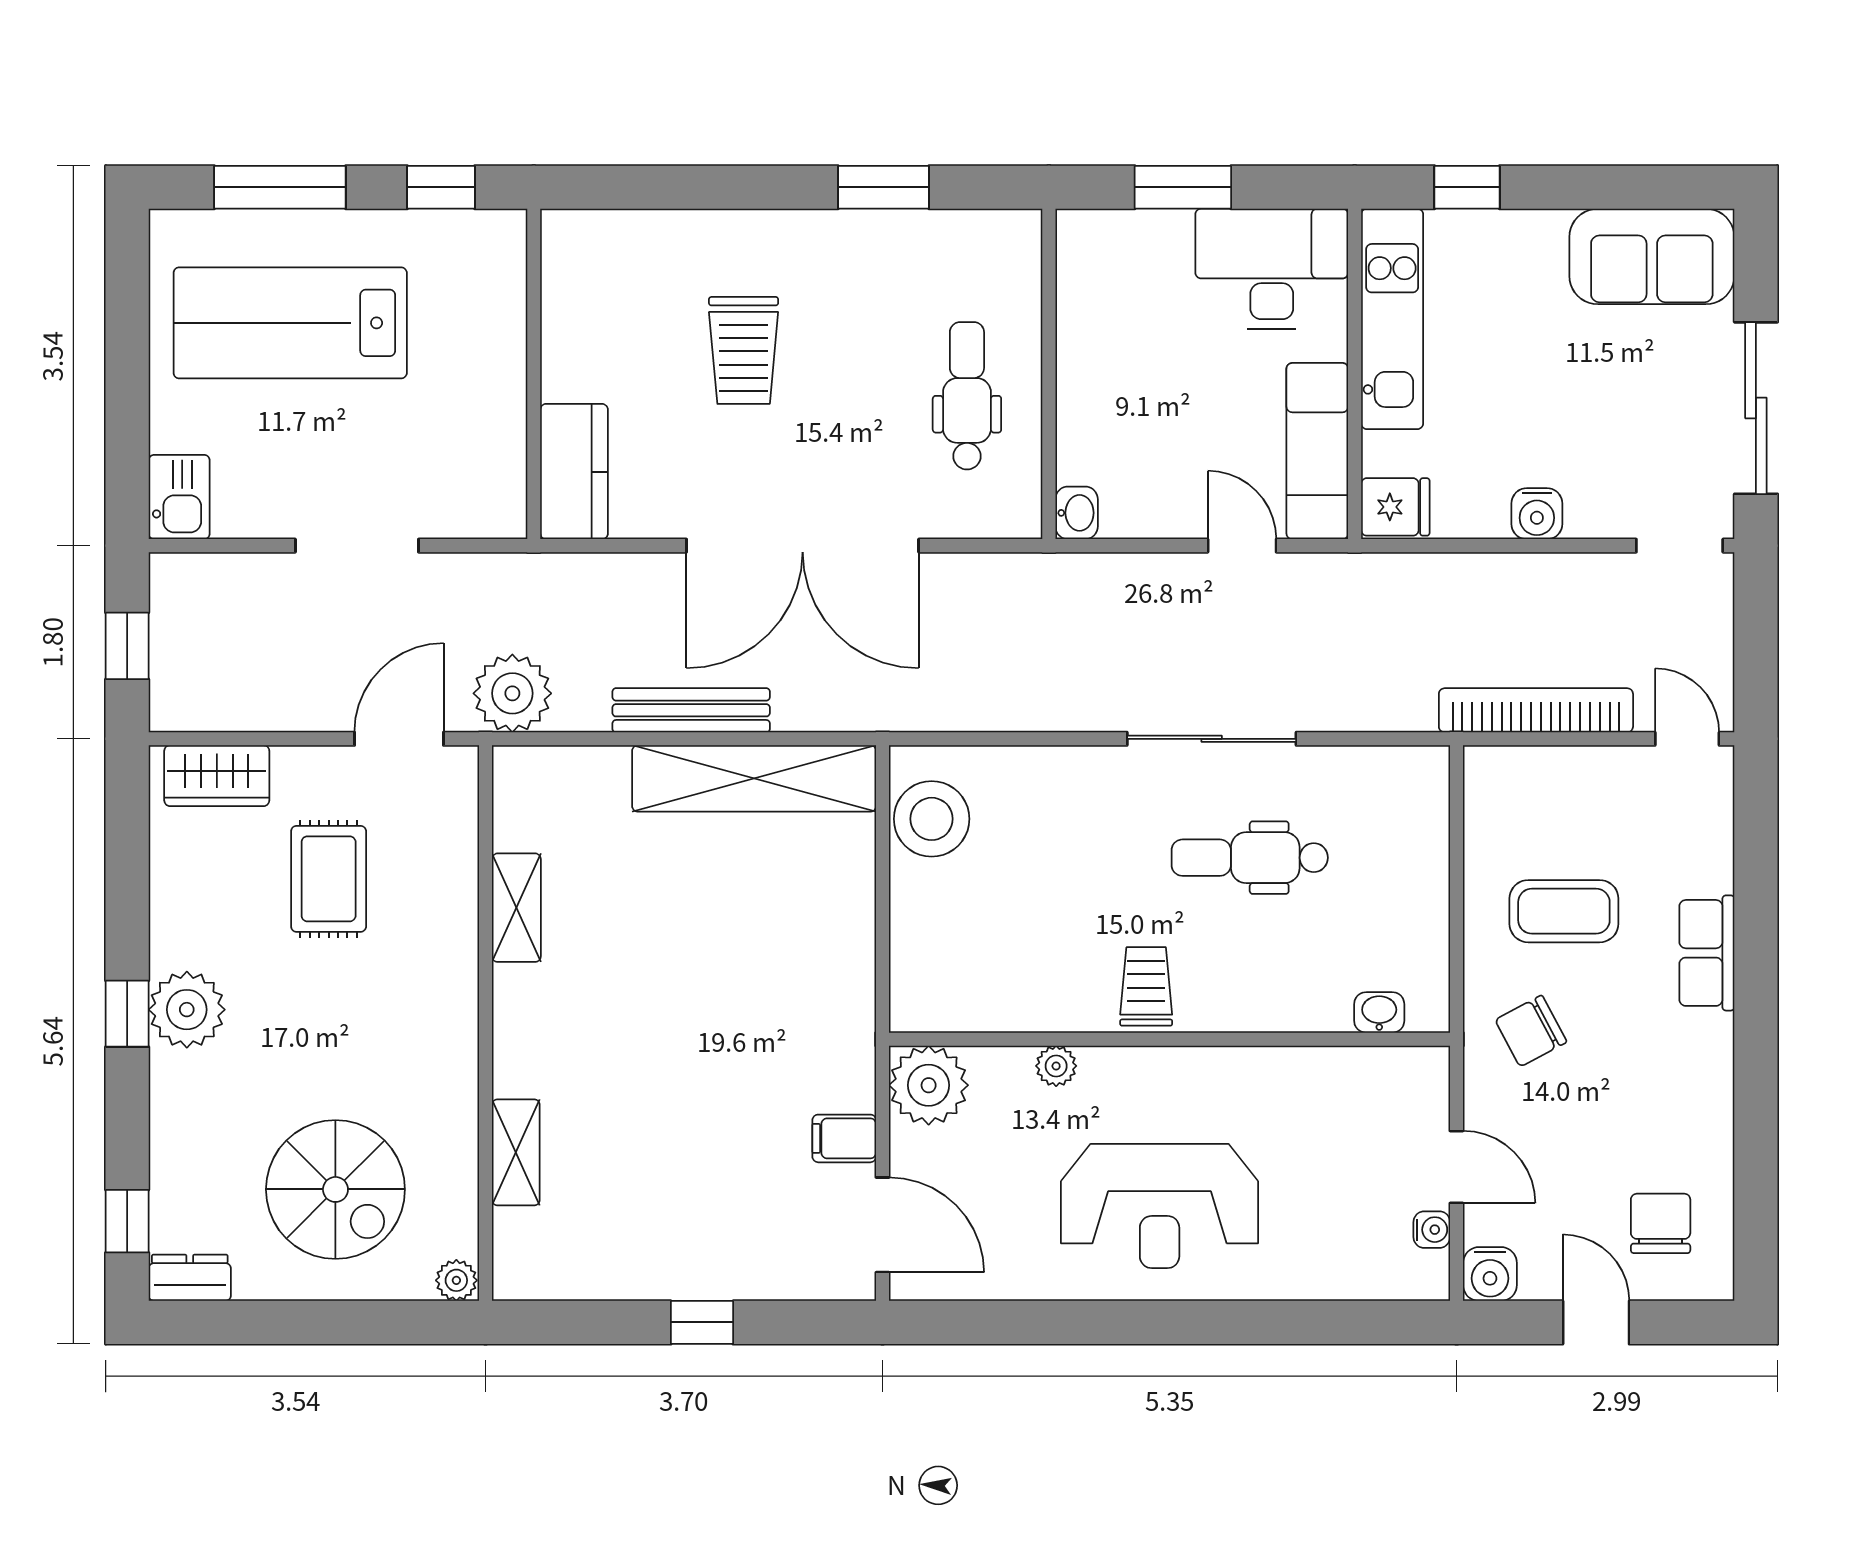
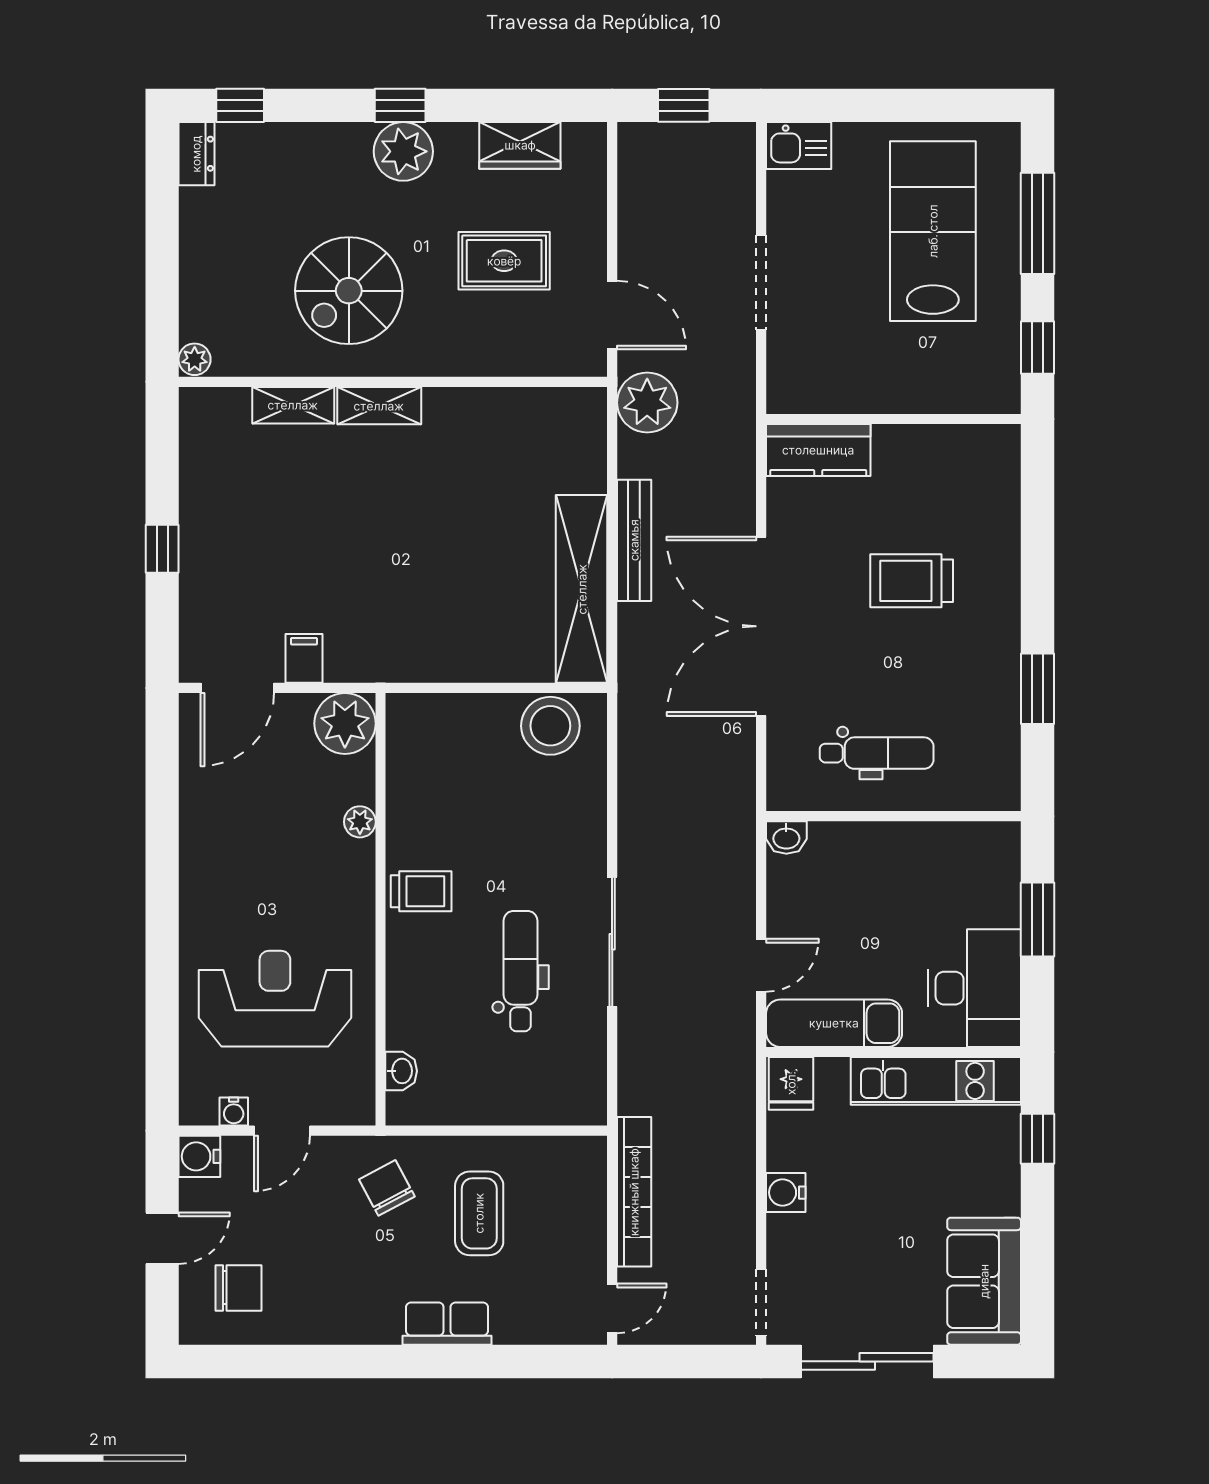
wardrobe: (217, 776) -> (520, 145), moved, turned -90
shelving: (516, 908) -> (379, 406), moved
spiral stairs: (335, 1189) -> (349, 291), moved
reception desk: (1160, 1206) -> (275, 999), moved, turned 90

